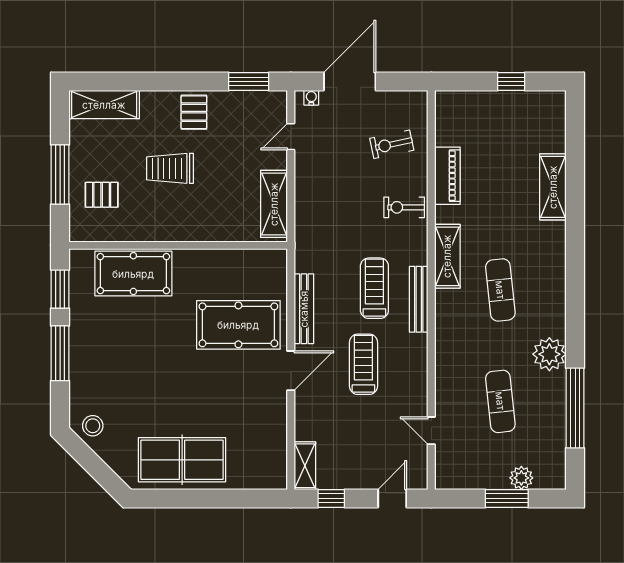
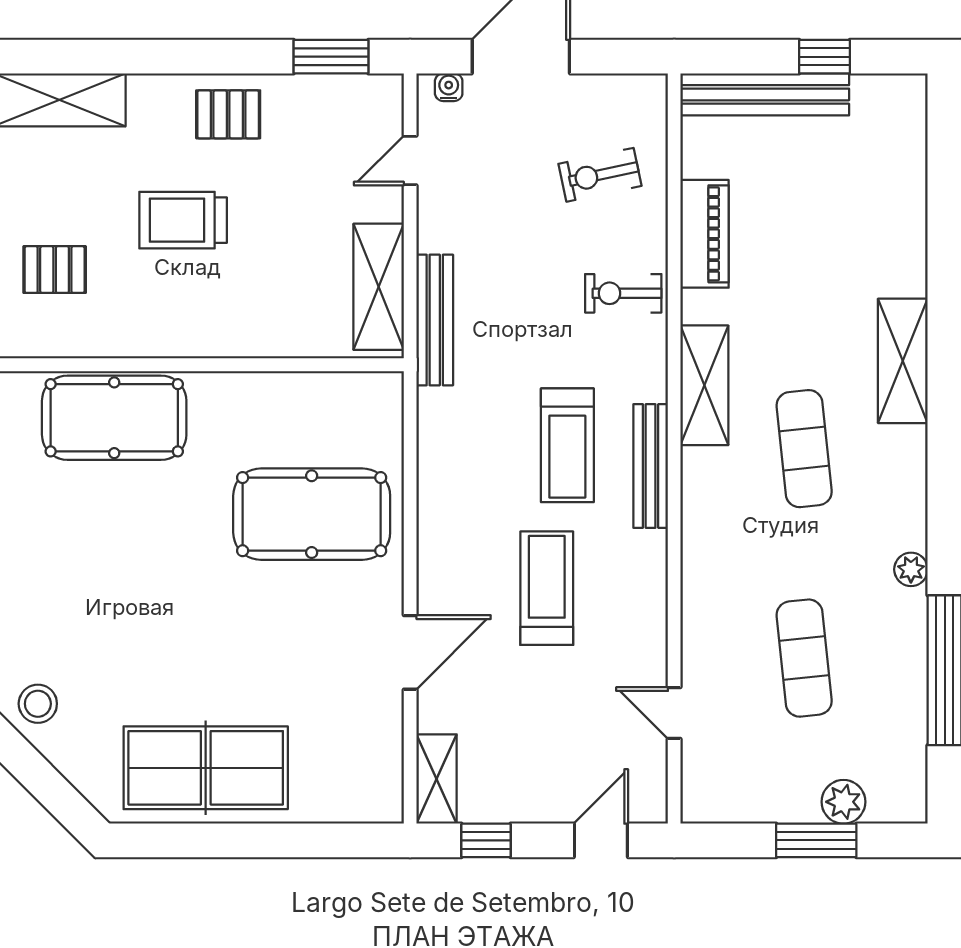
bench: (479, 102) -> (765, 94), added
pallet: (194, 112) -> (228, 114), turned 90
shelving: (553, 187) -> (903, 361), moved
treadmill: (374, 288) -> (567, 445), turned 180
bench: (304, 309) -> (435, 320), moved
plant: (549, 354) -> (911, 569), width x0.53, depth x0.53
door: (291, 371) -> (410, 652), moved

